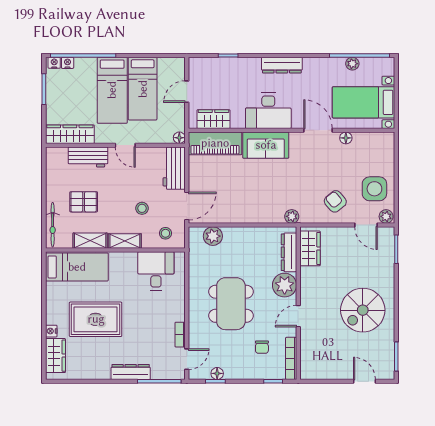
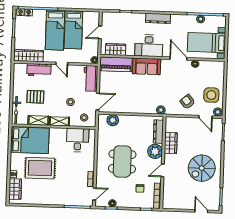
wardrobe: (310, 248) -> (171, 143), moved
bed: (77, 267) -> (30, 140), width x1.50
dresser: (131, 372) -> (60, 201), removed

